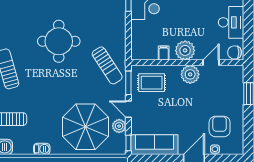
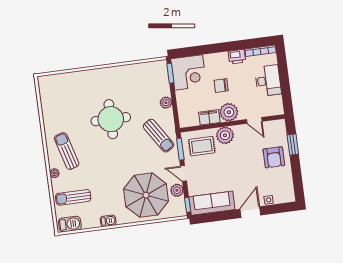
plant: (120, 31) -> (166, 103), added
chair: (235, 52) -> (221, 85), moved
filing cabinet: (164, 53) -> (209, 117), width x2.00
door: (211, 63) -> (254, 120), swing flipped
plant: (190, 74) -> (225, 135), moved
armchair: (220, 126) -> (274, 157), moved, turned 180

